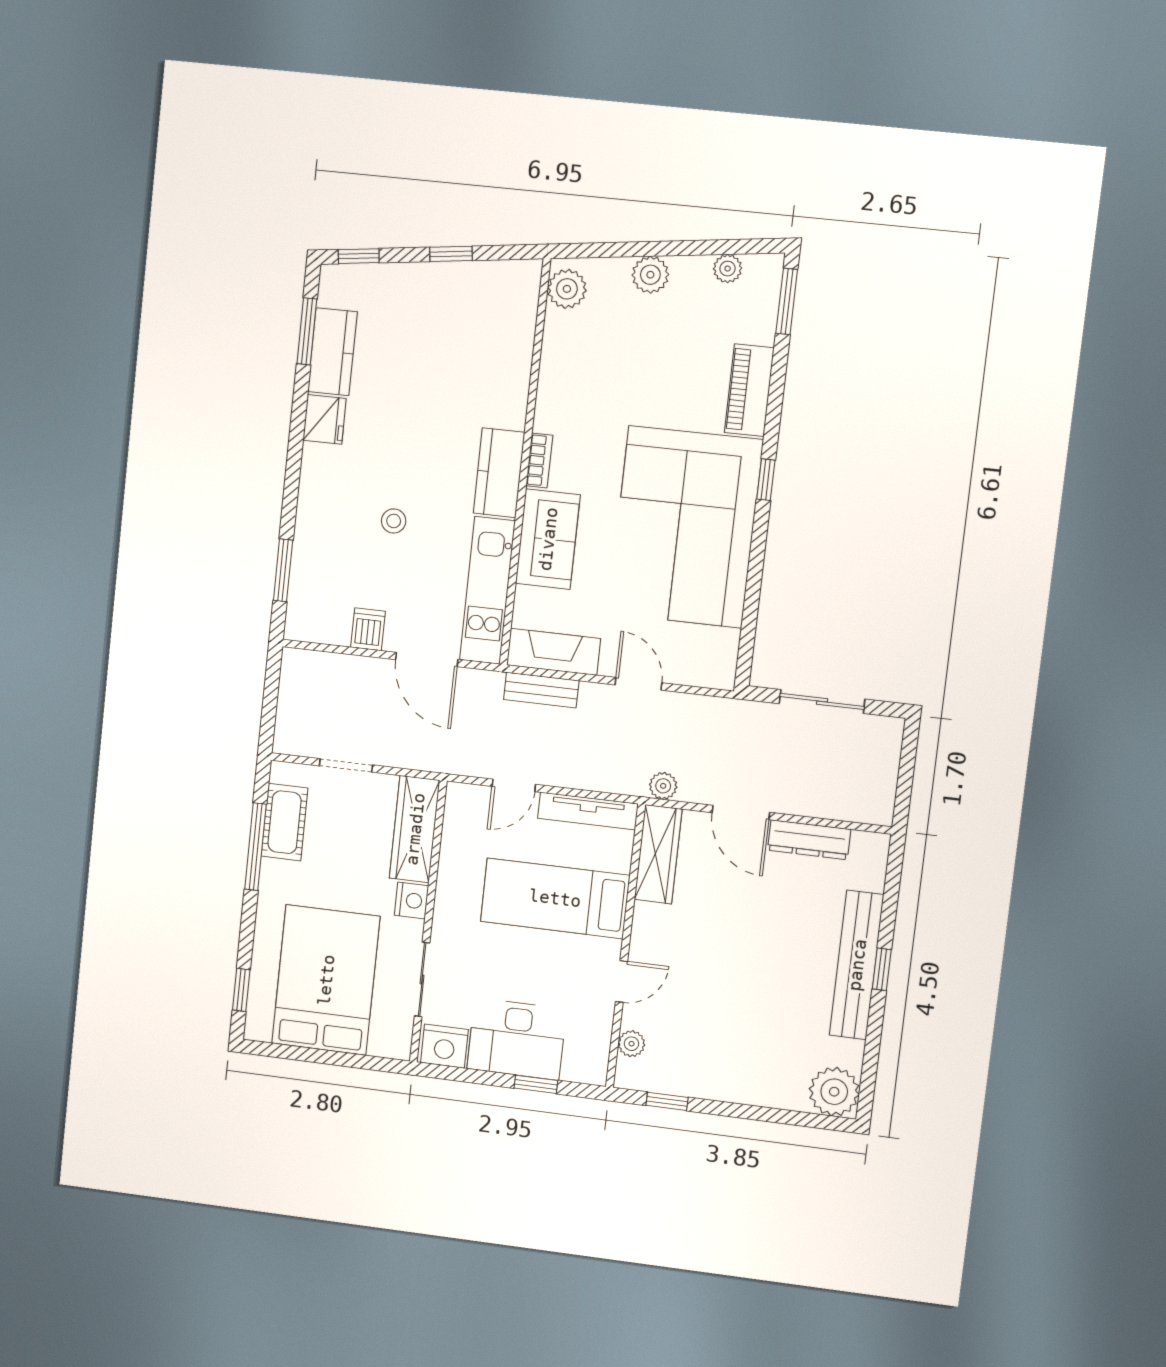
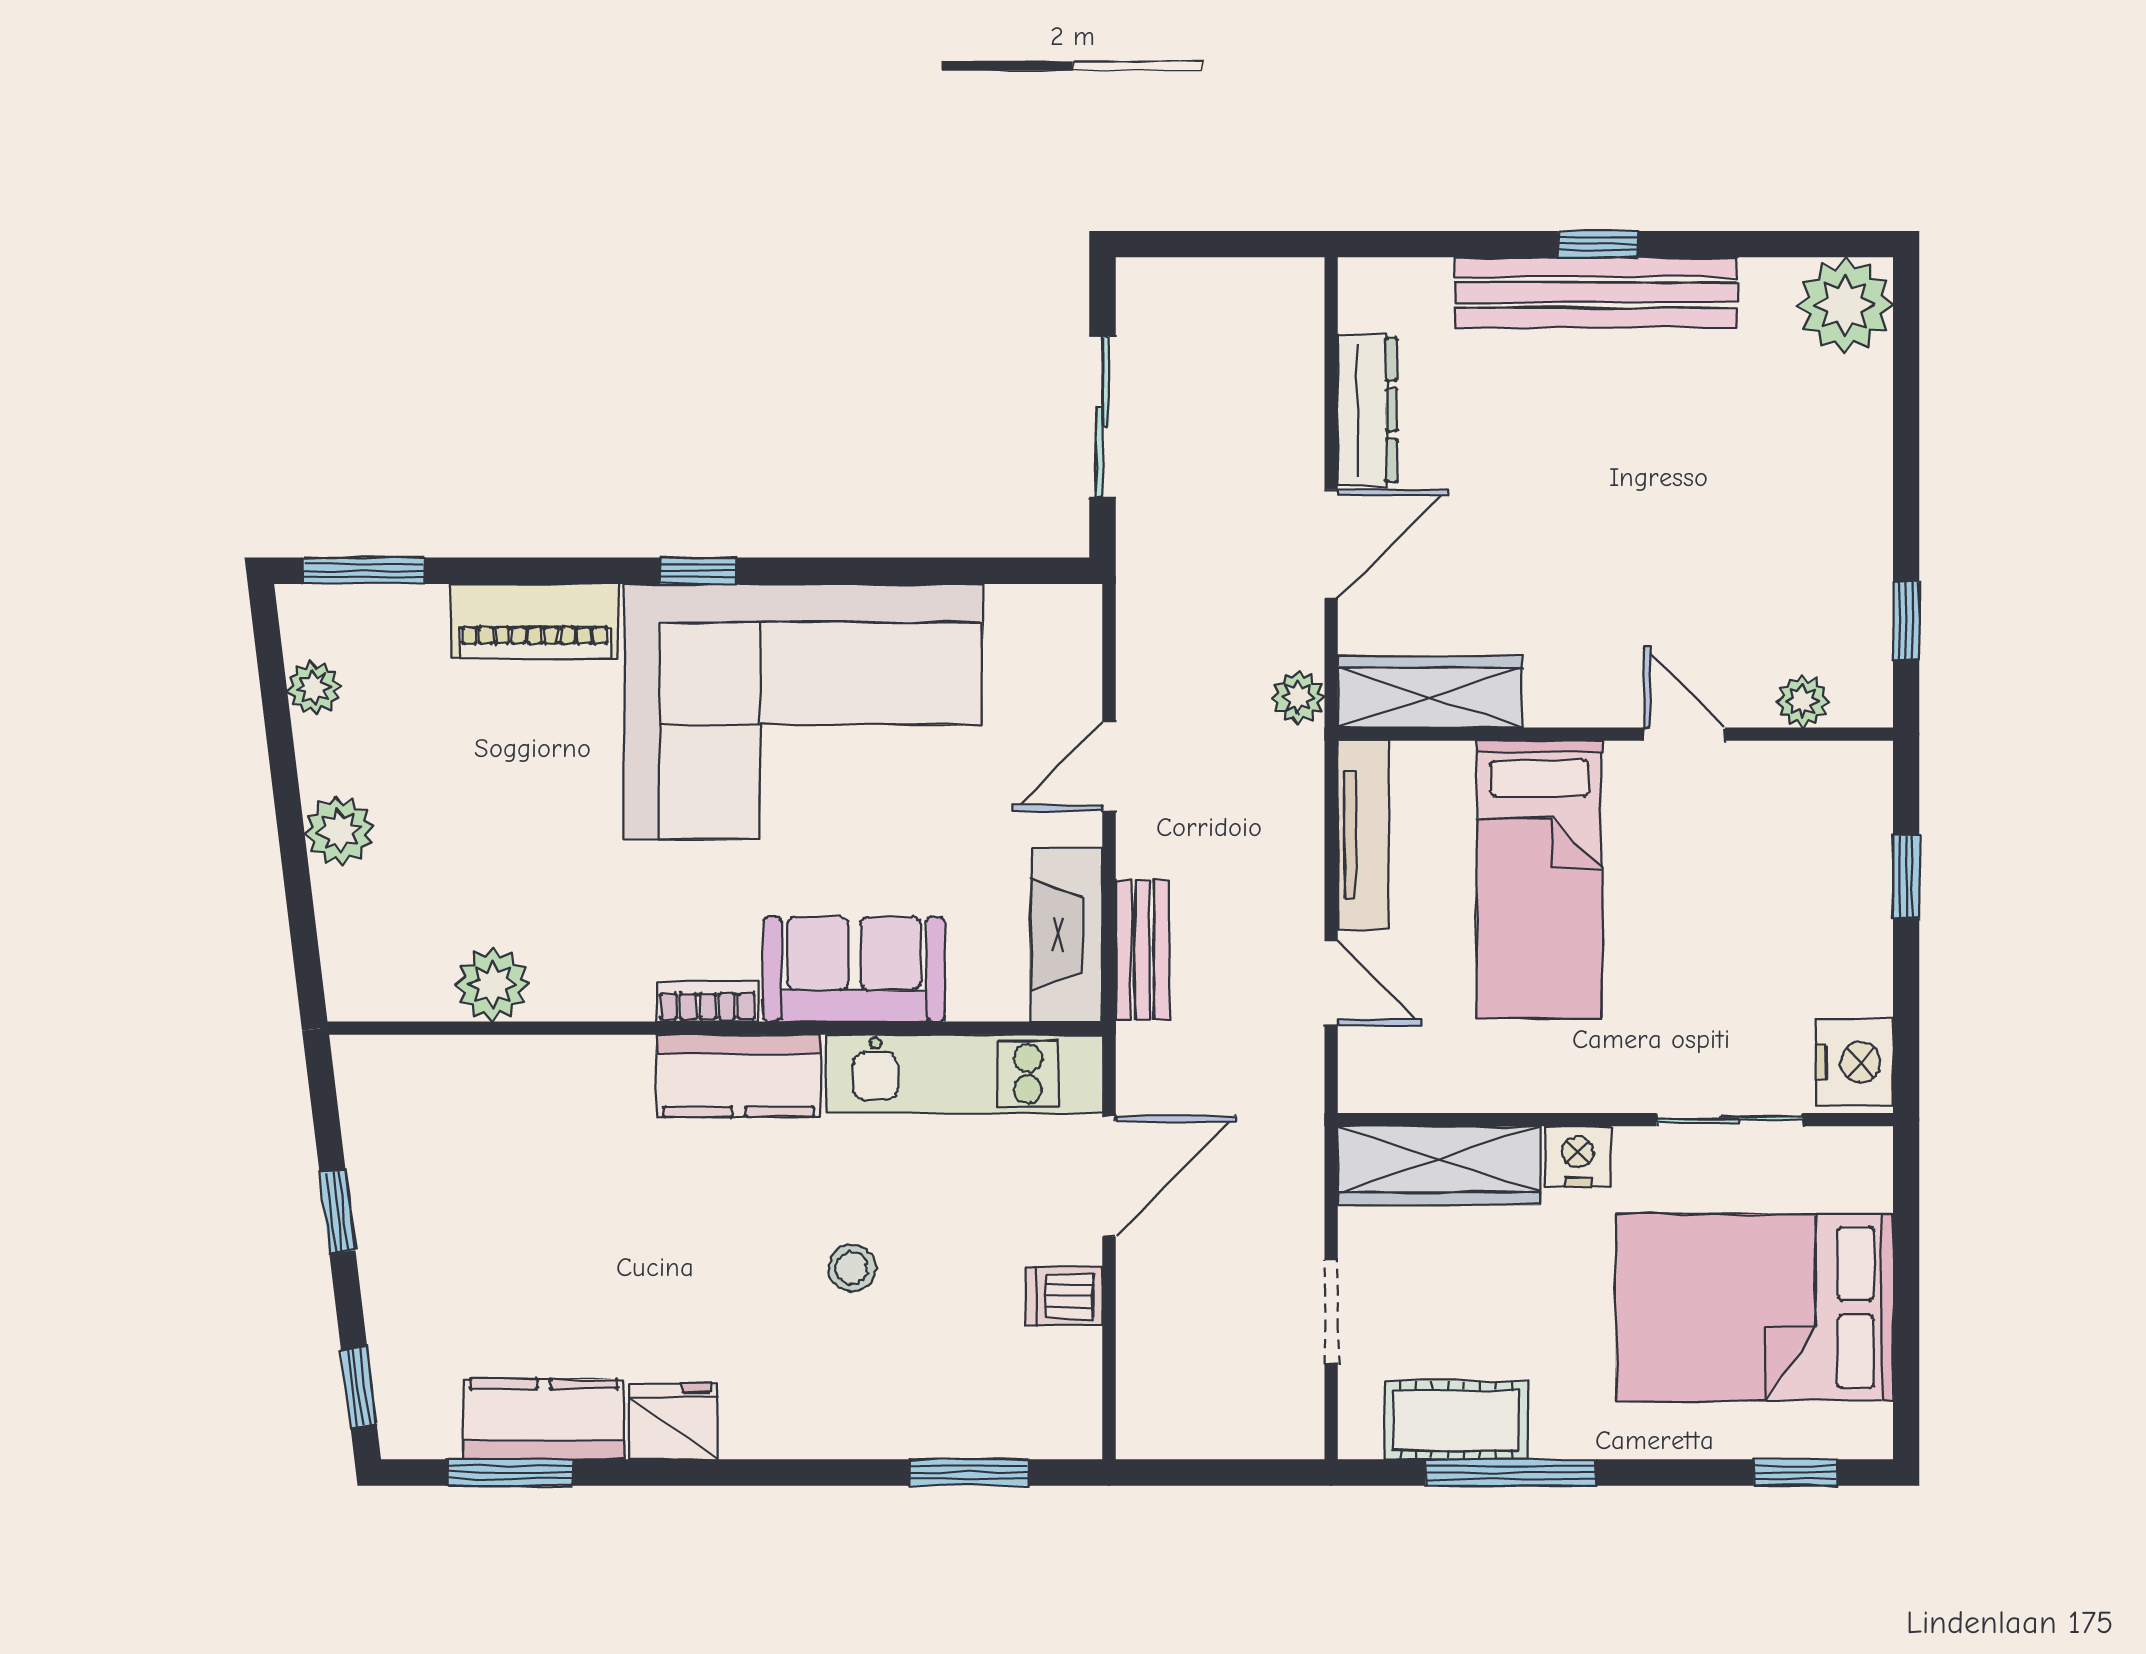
plant: (567, 289) -> (492, 985), moved
desk: (517, 1039) -> (1822, 924), removed

